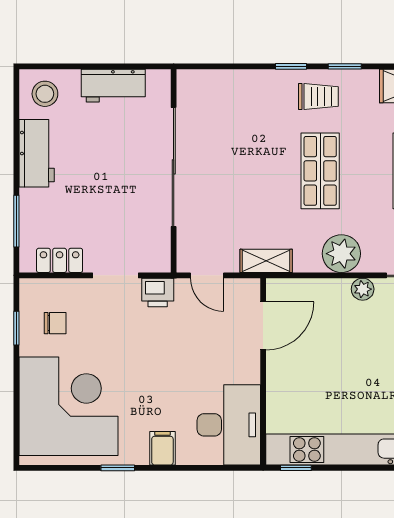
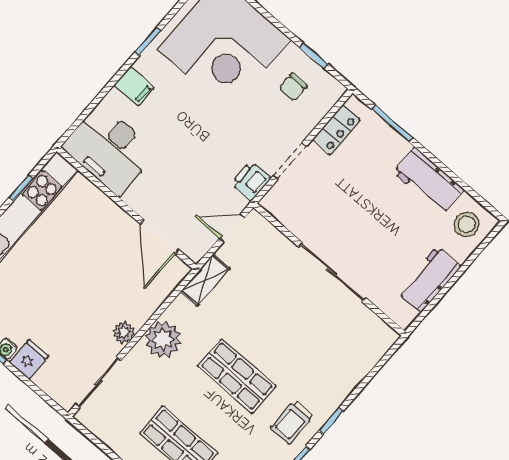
sliding door: (174, 167) -> (332, 272), width x0.73
window: (296, 468) -> (21, 188), moved

